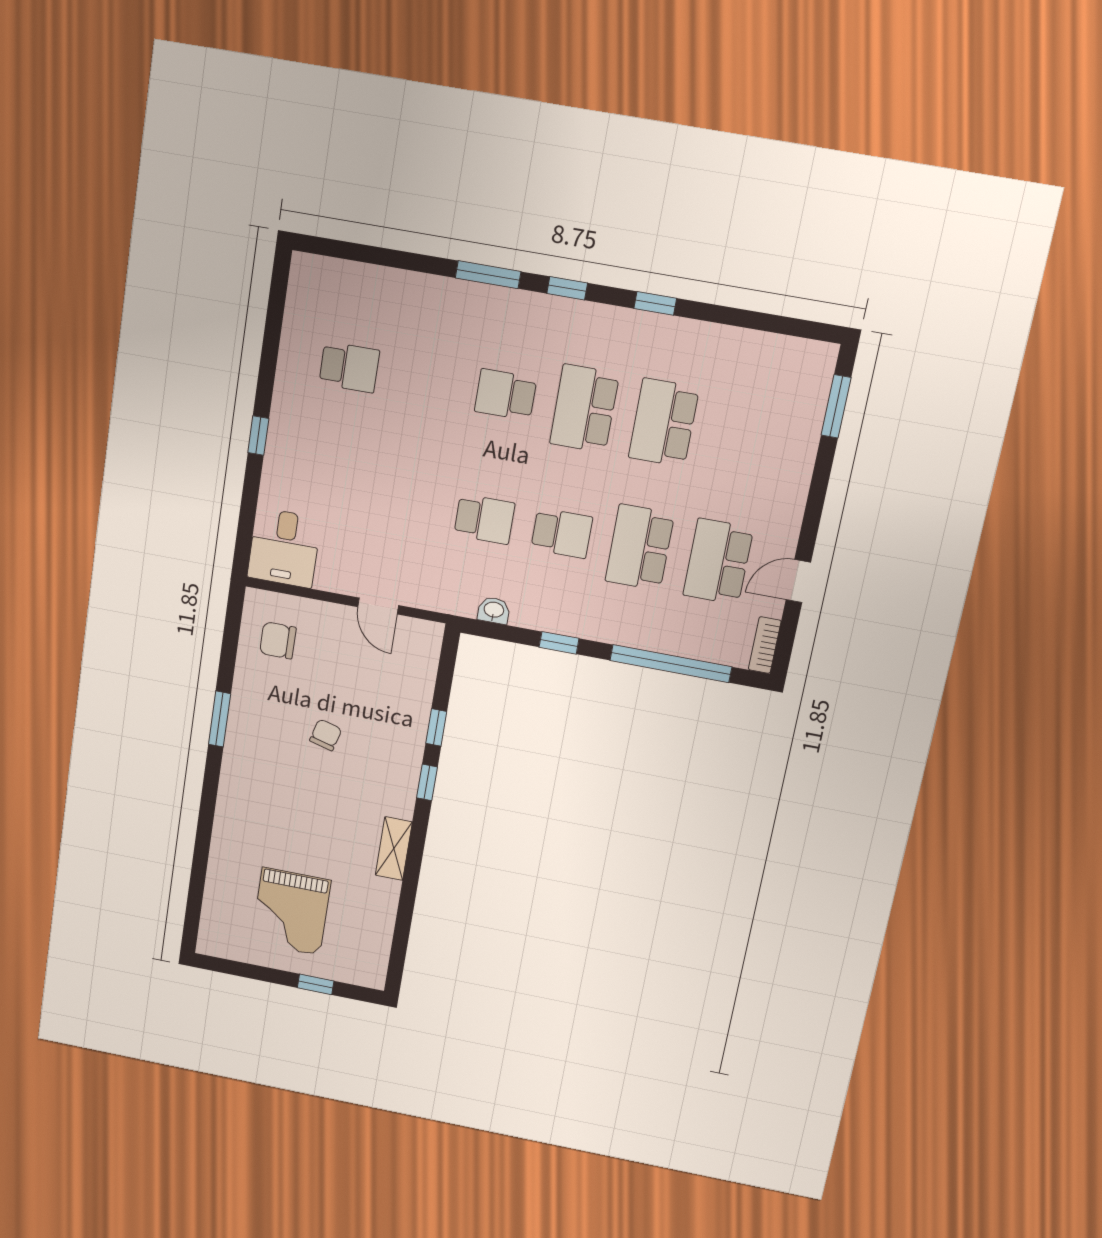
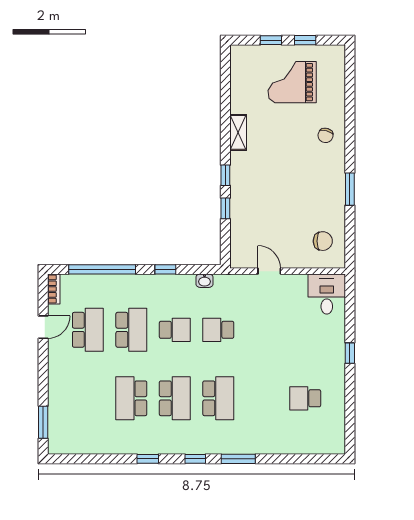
school desk: (505, 395) -> (218, 398), width x1.85
school desk: (664, 422) -> (131, 398), turned 180
school desk: (562, 533) -> (175, 330), turned 180
chair: (326, 735) -> (325, 135), moved
grand piano: (291, 912) -> (292, 82), turned -90
window: (260, 973) -> (305, 40), added

